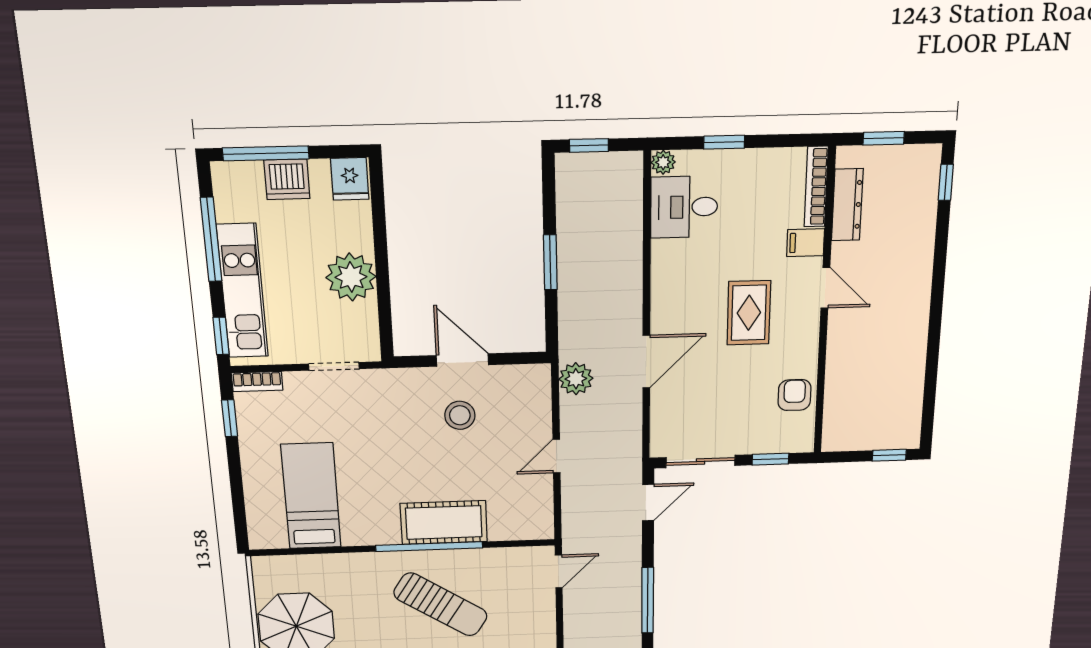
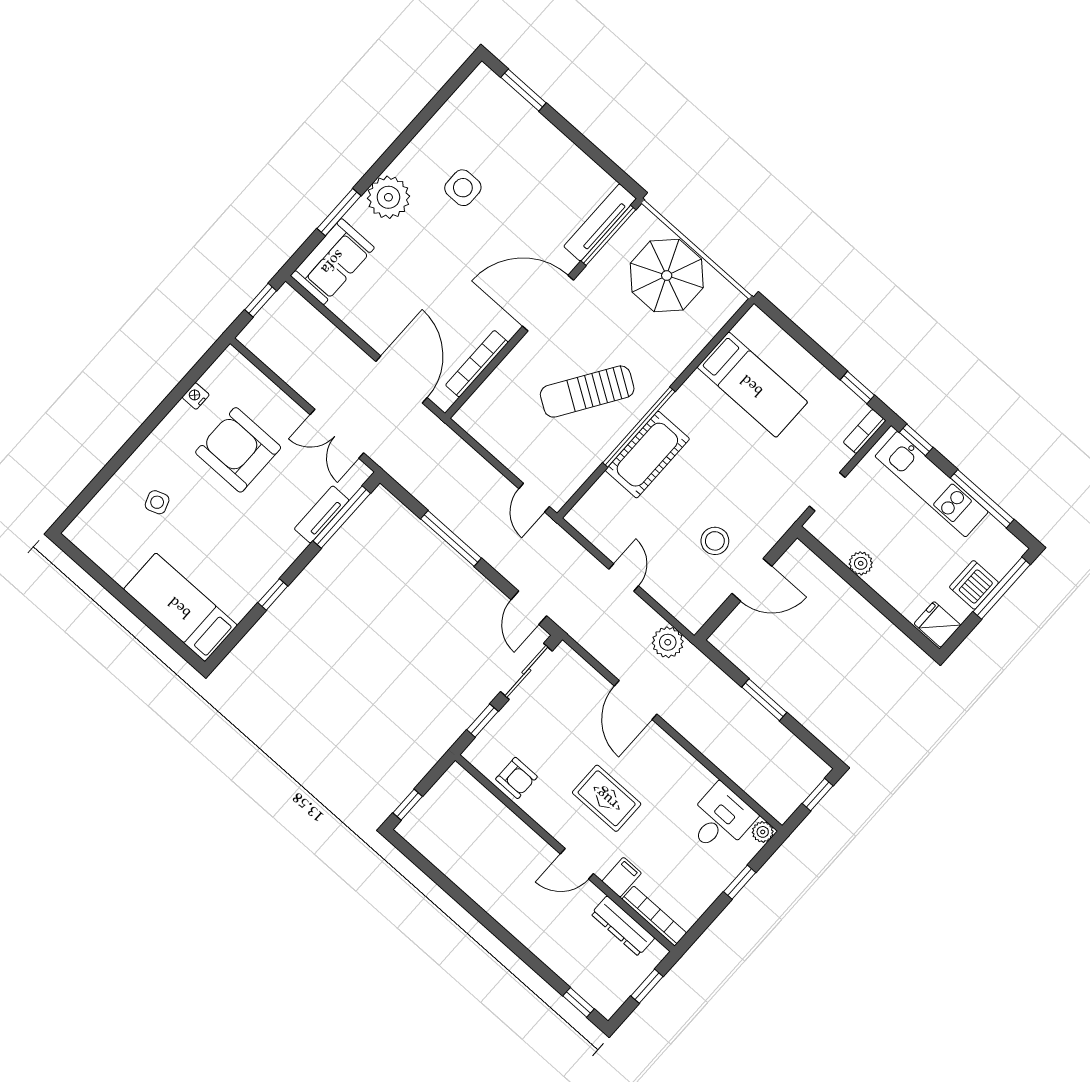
plant: (351, 277) -> (861, 563), width x0.53, depth x0.53

